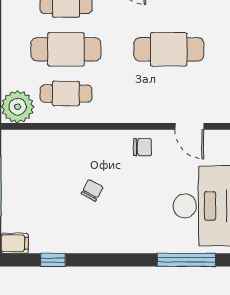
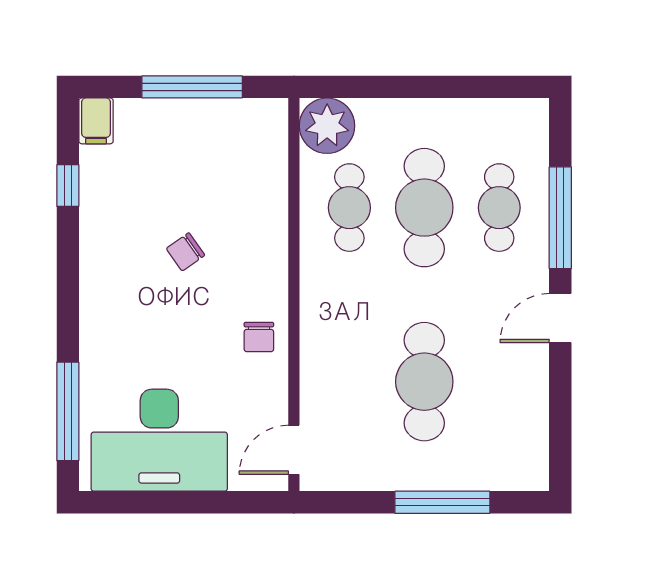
door: (189, 126) -> (294, 450), moved
chair: (92, 190) -> (185, 252), turned 116

